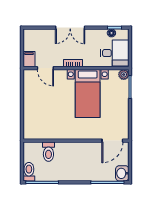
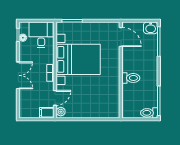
plant: (124, 75) -> (61, 112), moved
bed with nightstands: (88, 94) -> (78, 59), width x1.36
toilet: (48, 152) -> (131, 78), moved

